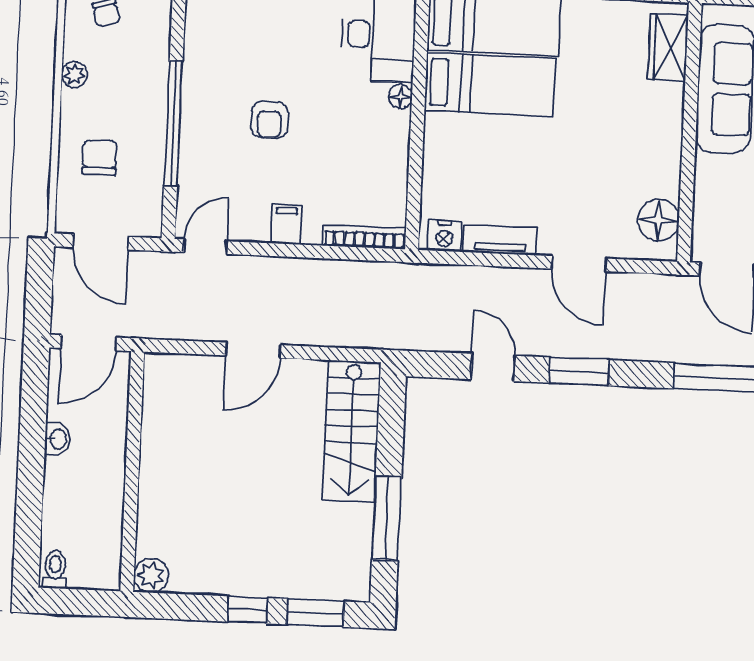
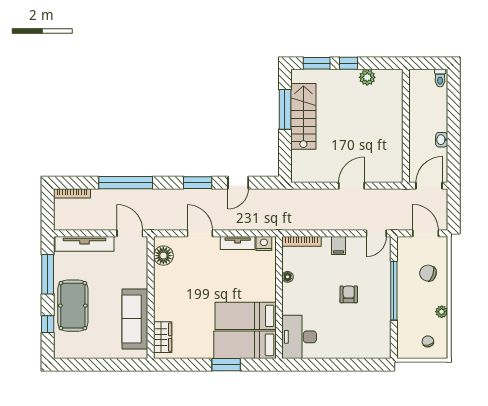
floor lamp: (400, 97) -> (288, 277), moved
chair: (100, 158) -> (428, 273), turned 109
door: (493, 367) -> (238, 183), hinge flipped
stairs: (351, 431) -> (303, 116), moved
plant: (151, 575) -> (367, 77), moved

